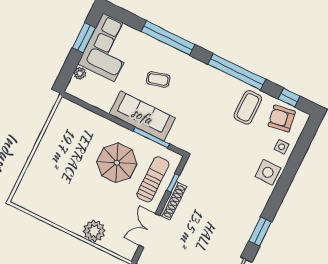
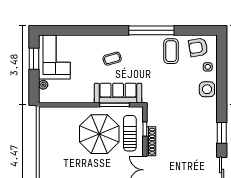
window: (168, 38) -> (92, 30), removed
coffee table: (158, 79) -> (112, 59), moved
window: (289, 98) -> (196, 30), removed
sofa: (142, 116) -> (118, 93), moved
parasol: (117, 163) -> (99, 134), width x1.36, depth x1.36

